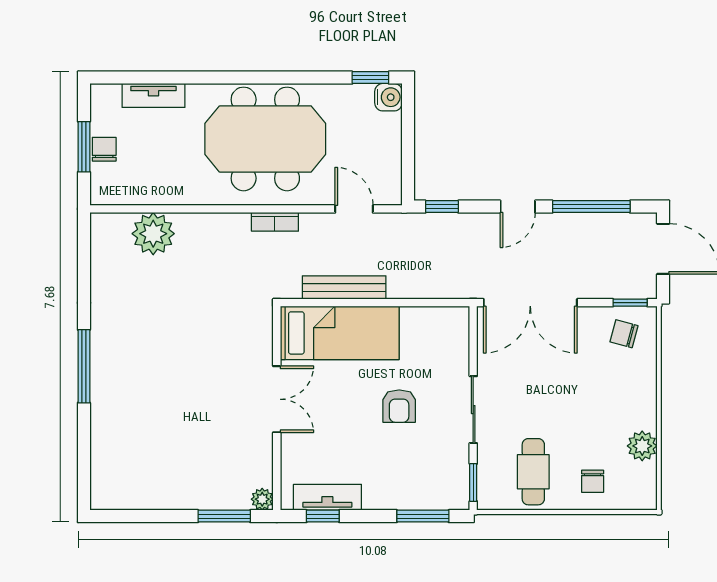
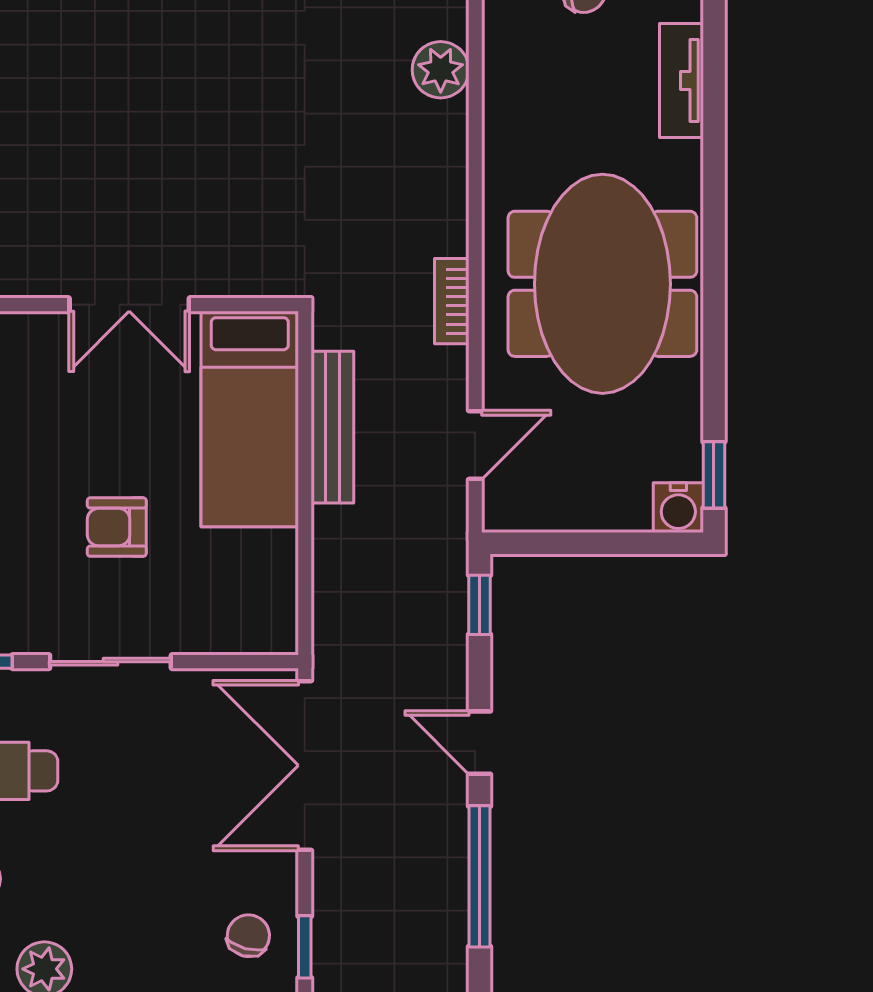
plant: (153, 234) -> (441, 70), width x0.73, depth x0.73

